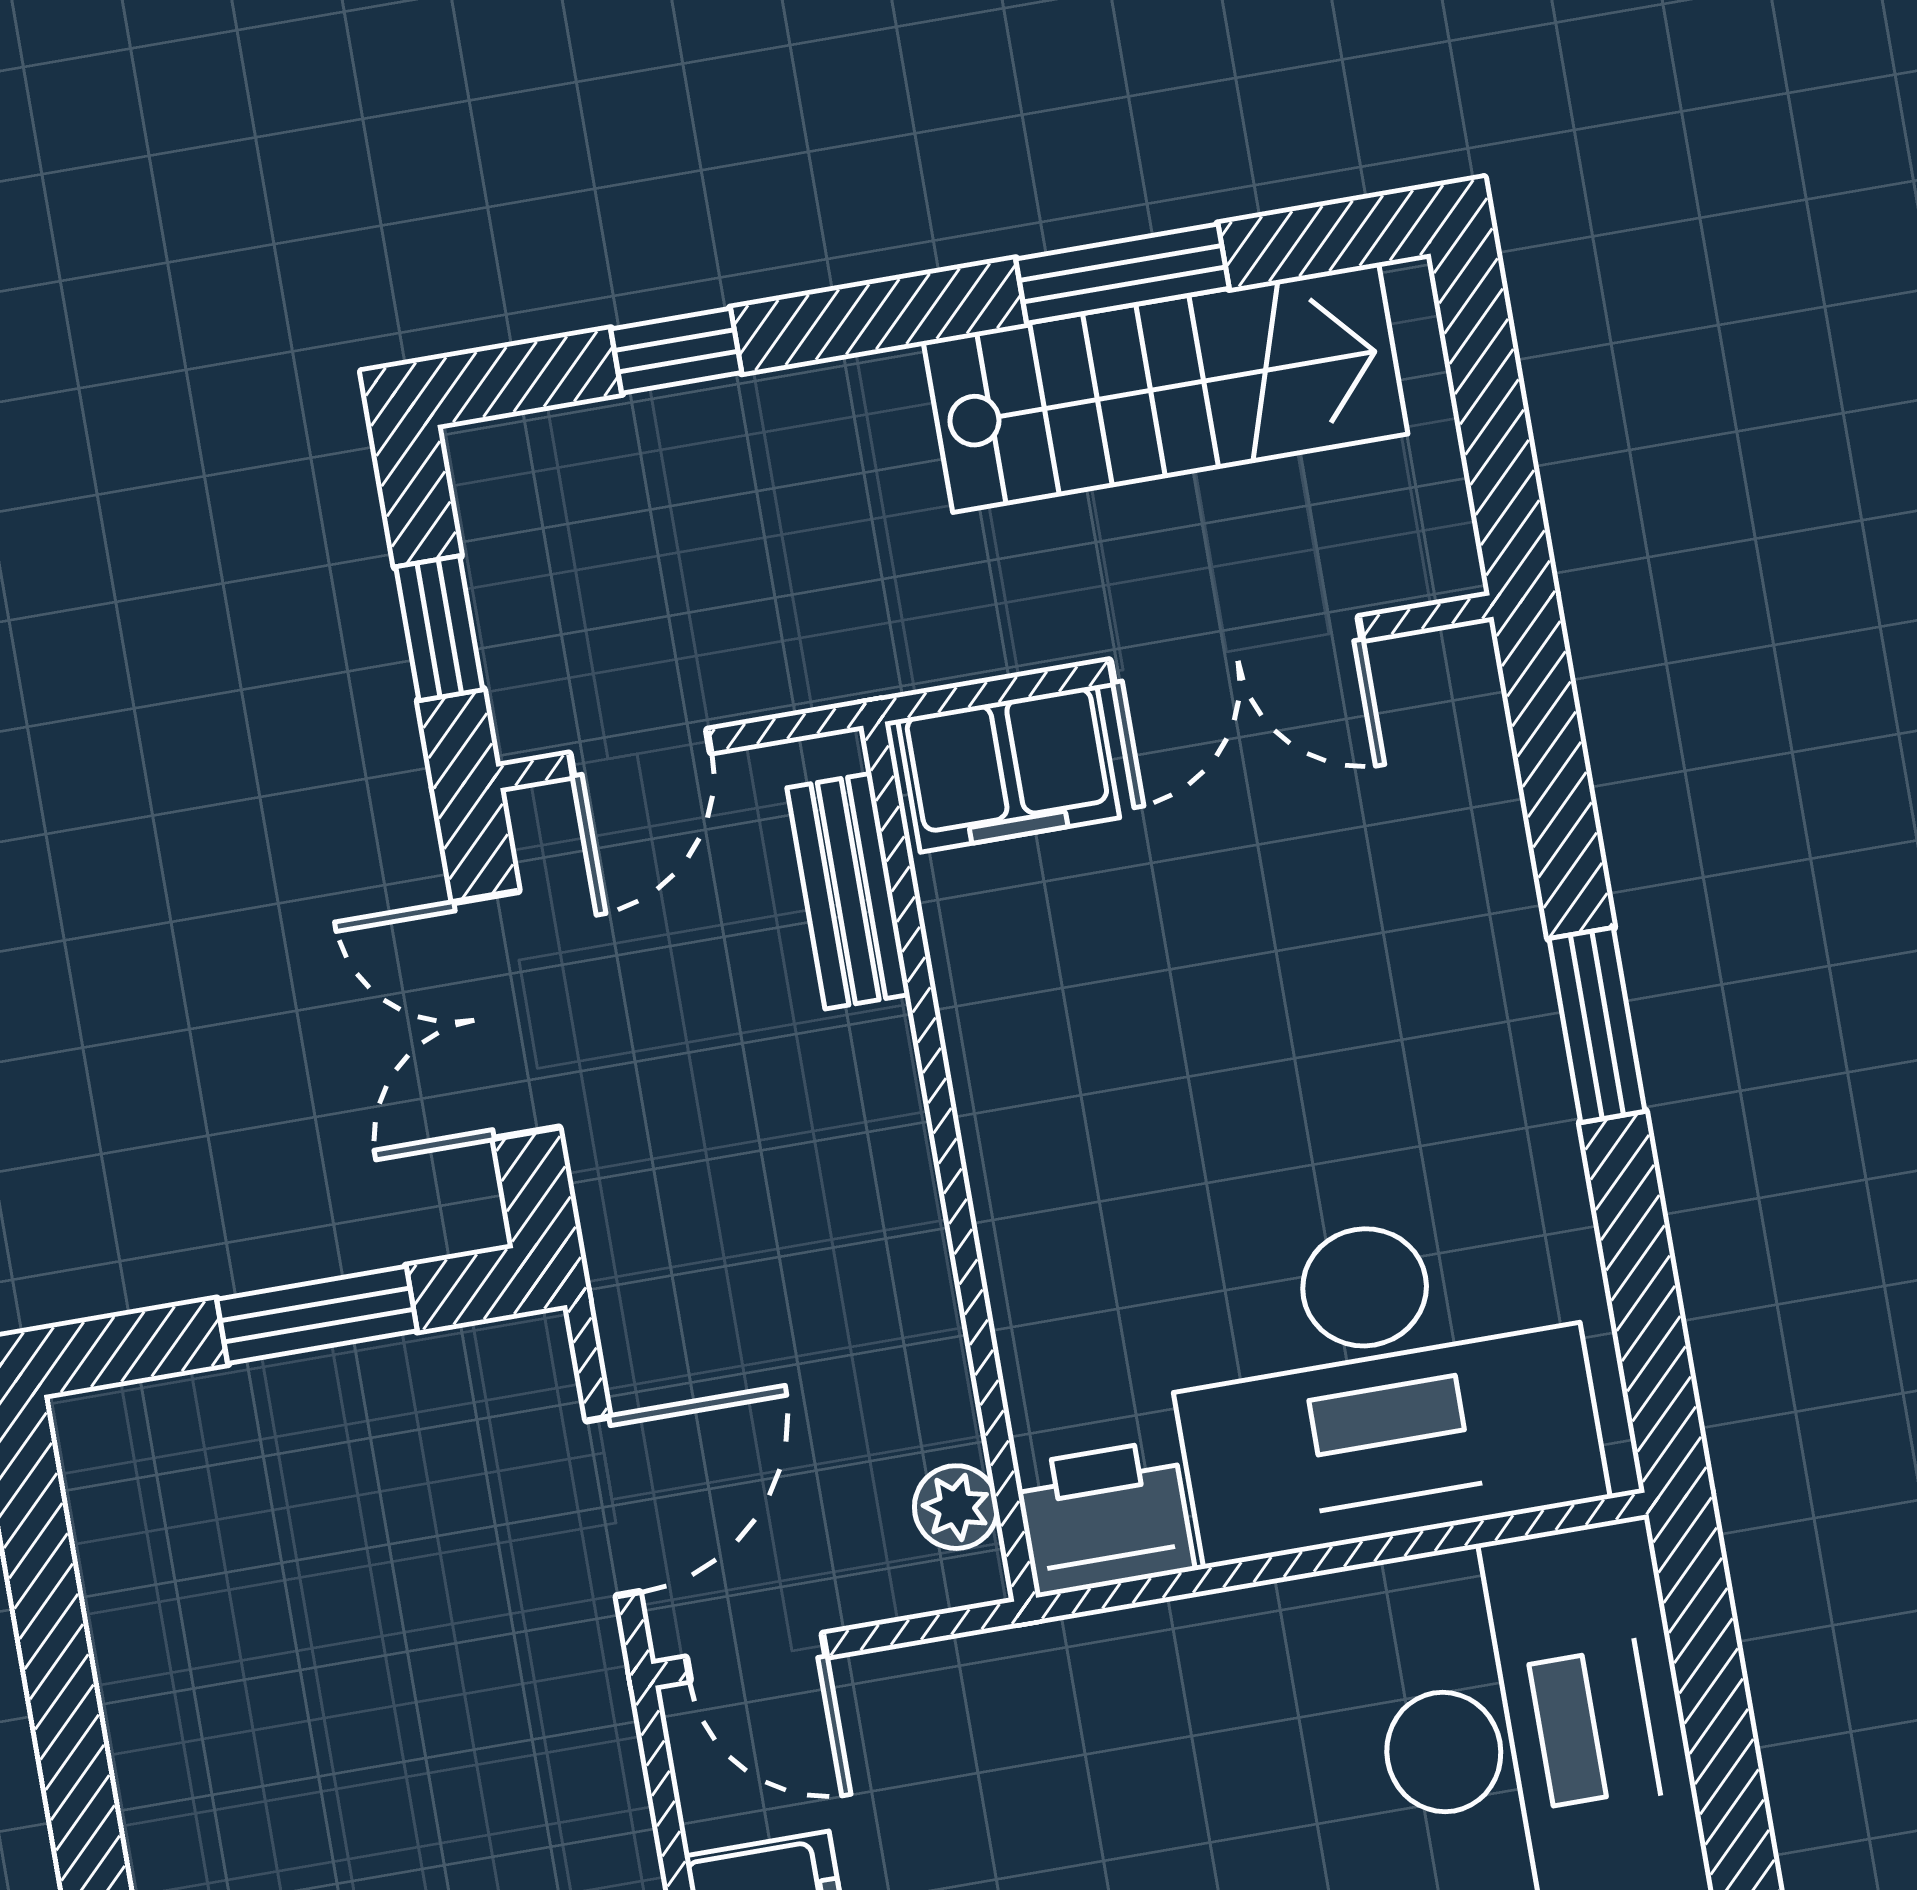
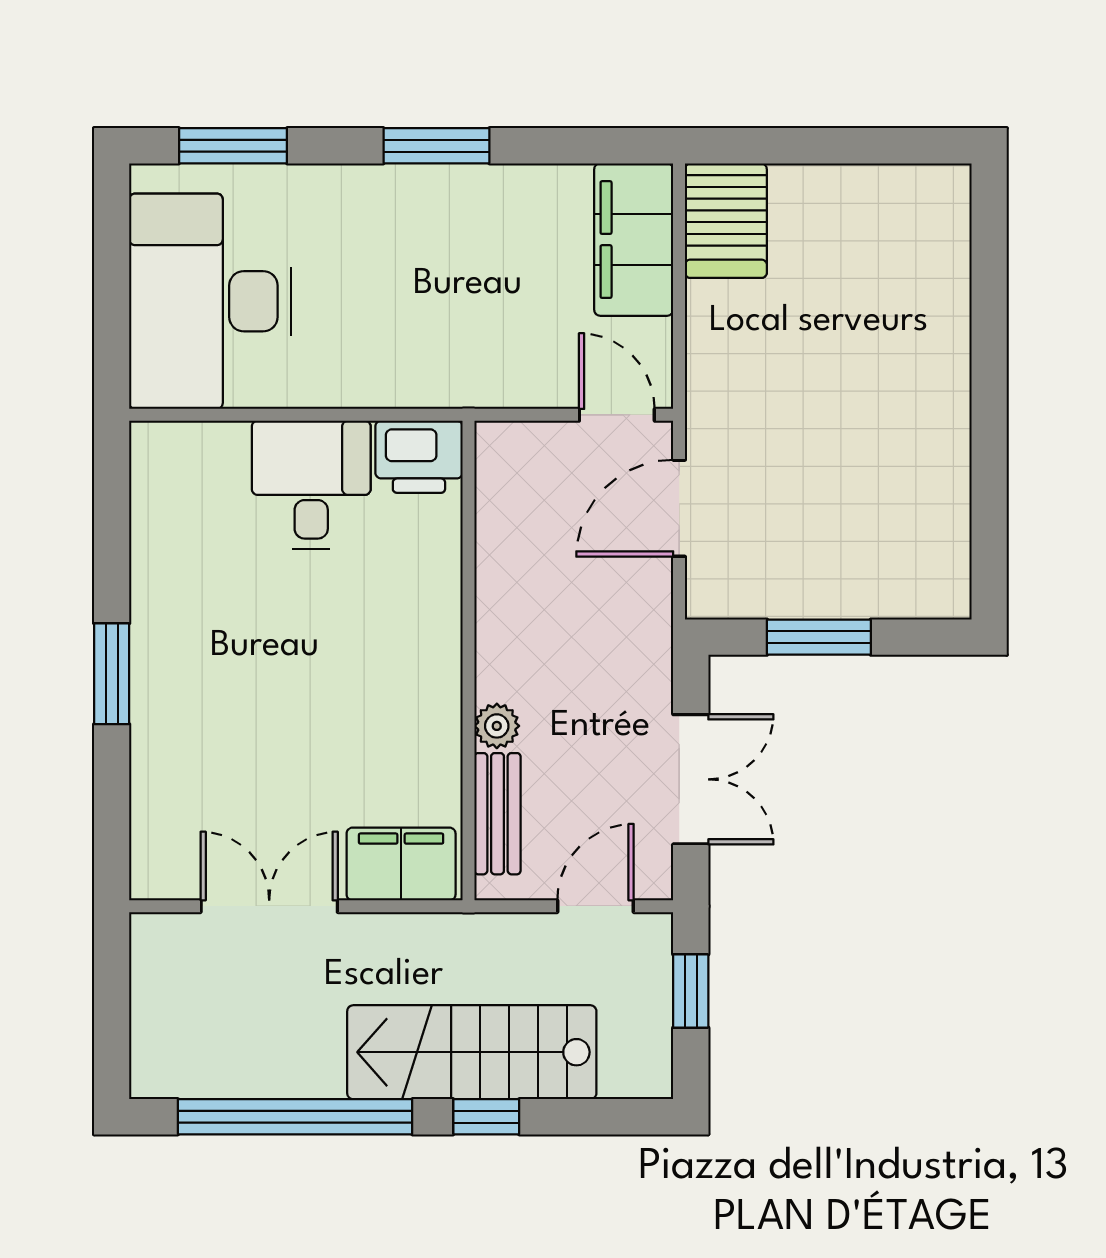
window: (1122, 274) -> (295, 1117), width x2.11
window: (676, 351) -> (486, 1117), moved
stairs: (1166, 388) -> (472, 1052), moved
desk: (1381, 1382) -> (311, 485), width x0.53, depth x0.77
plant: (956, 1507) -> (497, 726), moved

